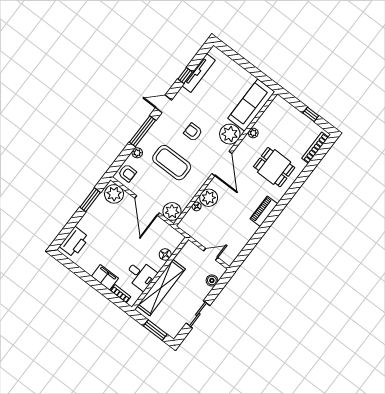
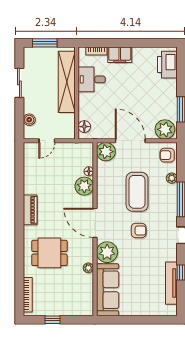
coffee table: (172, 163) -> (137, 192), turned 90
floor lamp: (165, 254) -> (84, 127), moved

